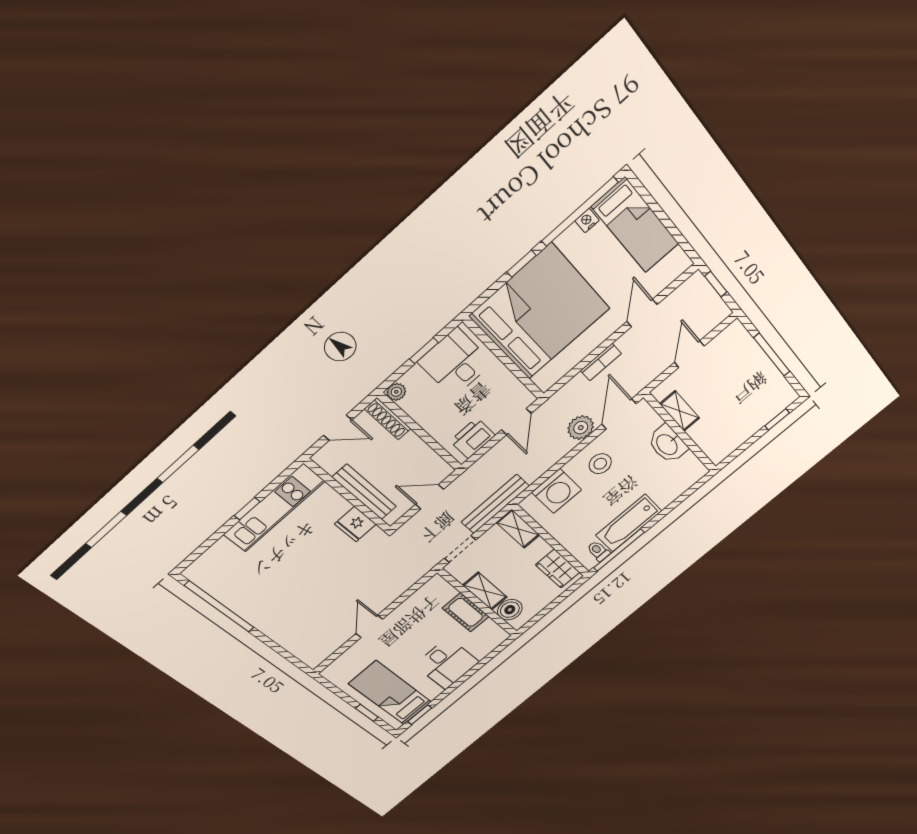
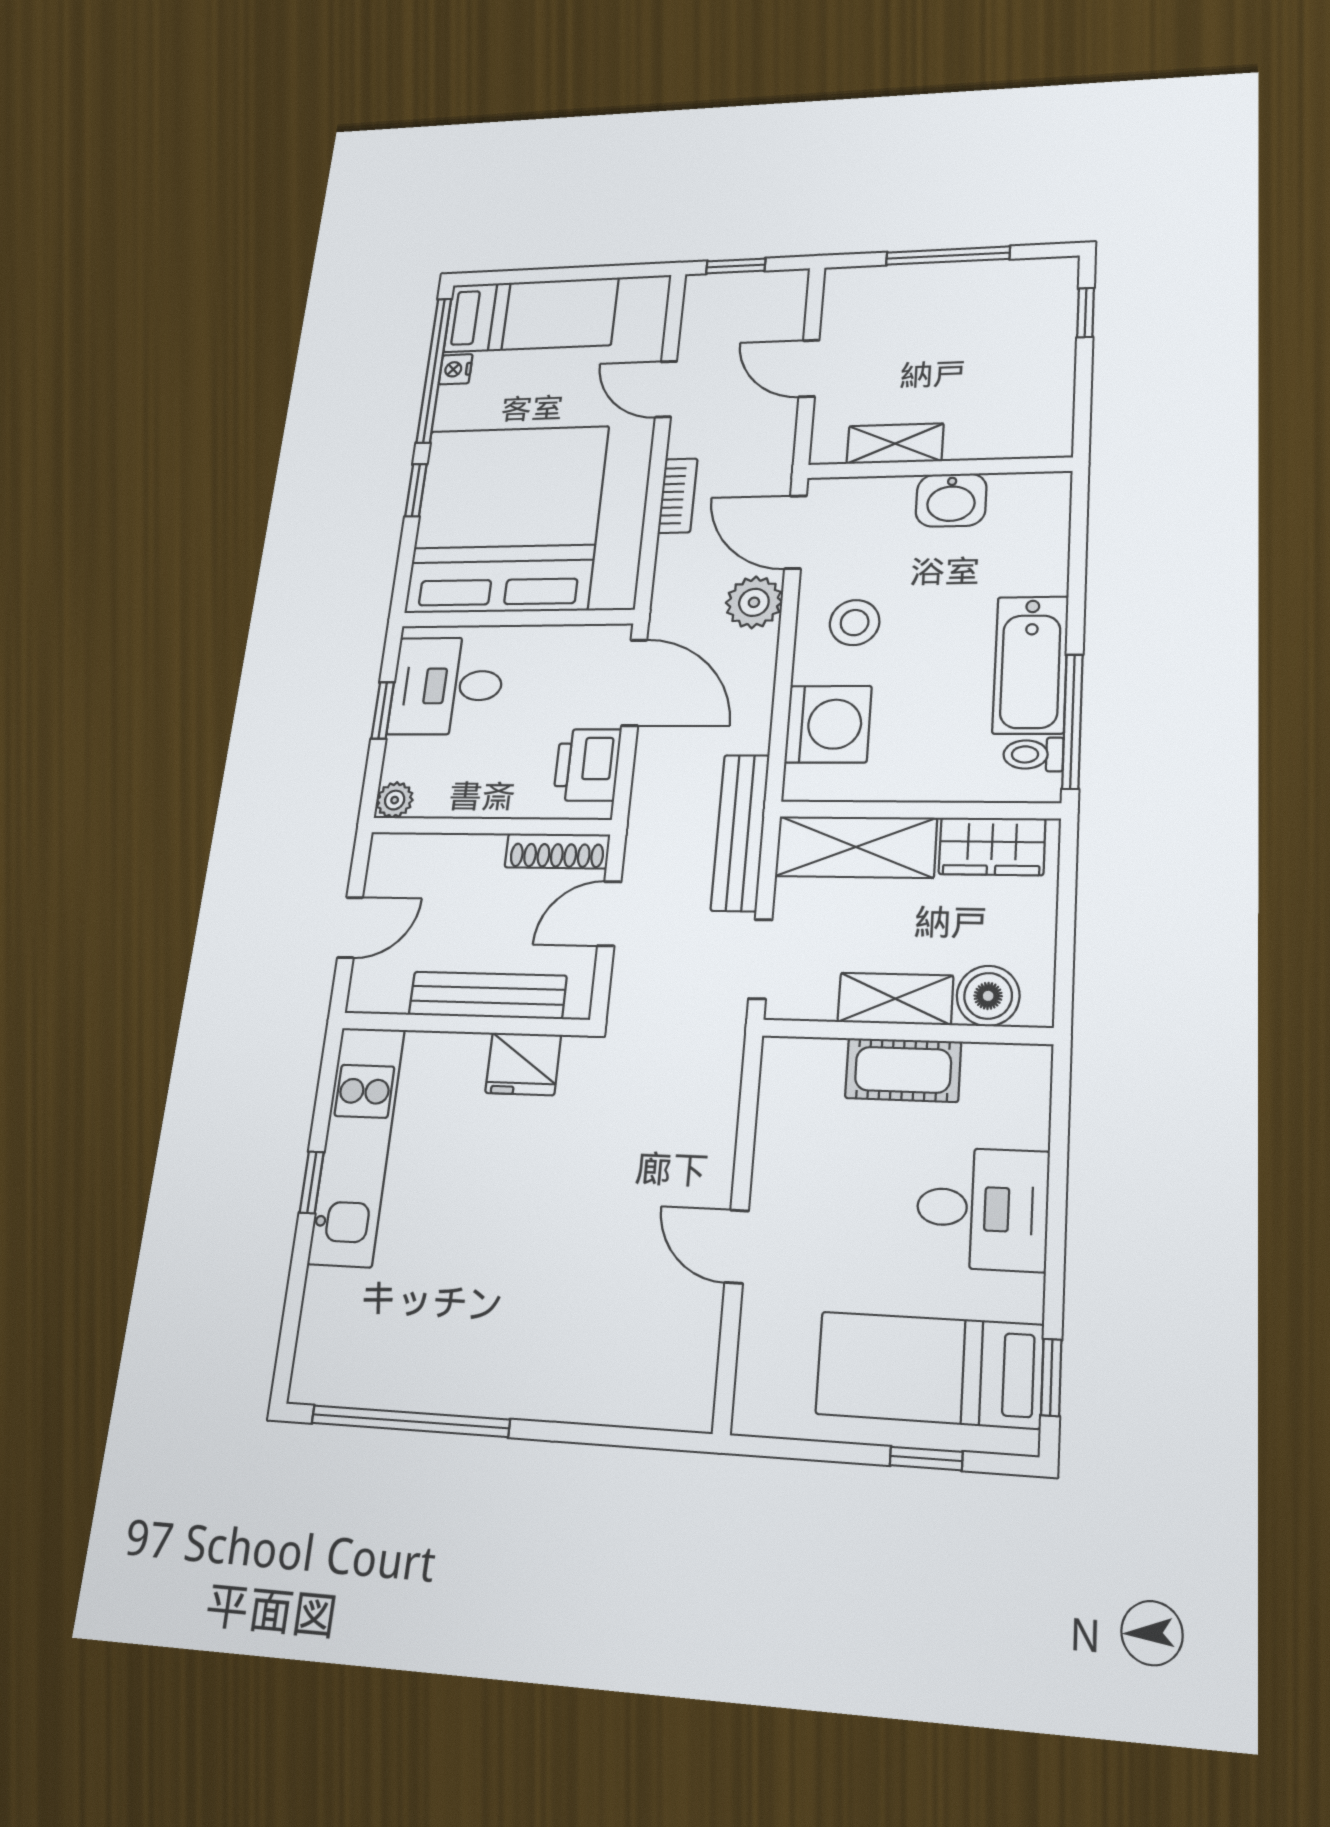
shoe rack: (388, 419) -> (557, 851), moved
door: (516, 422) -> (634, 683), width x1.38
washbasin: (668, 444) -> (951, 500), width x0.72
shelving: (518, 529) -> (856, 847), width x1.50, depth x1.33

